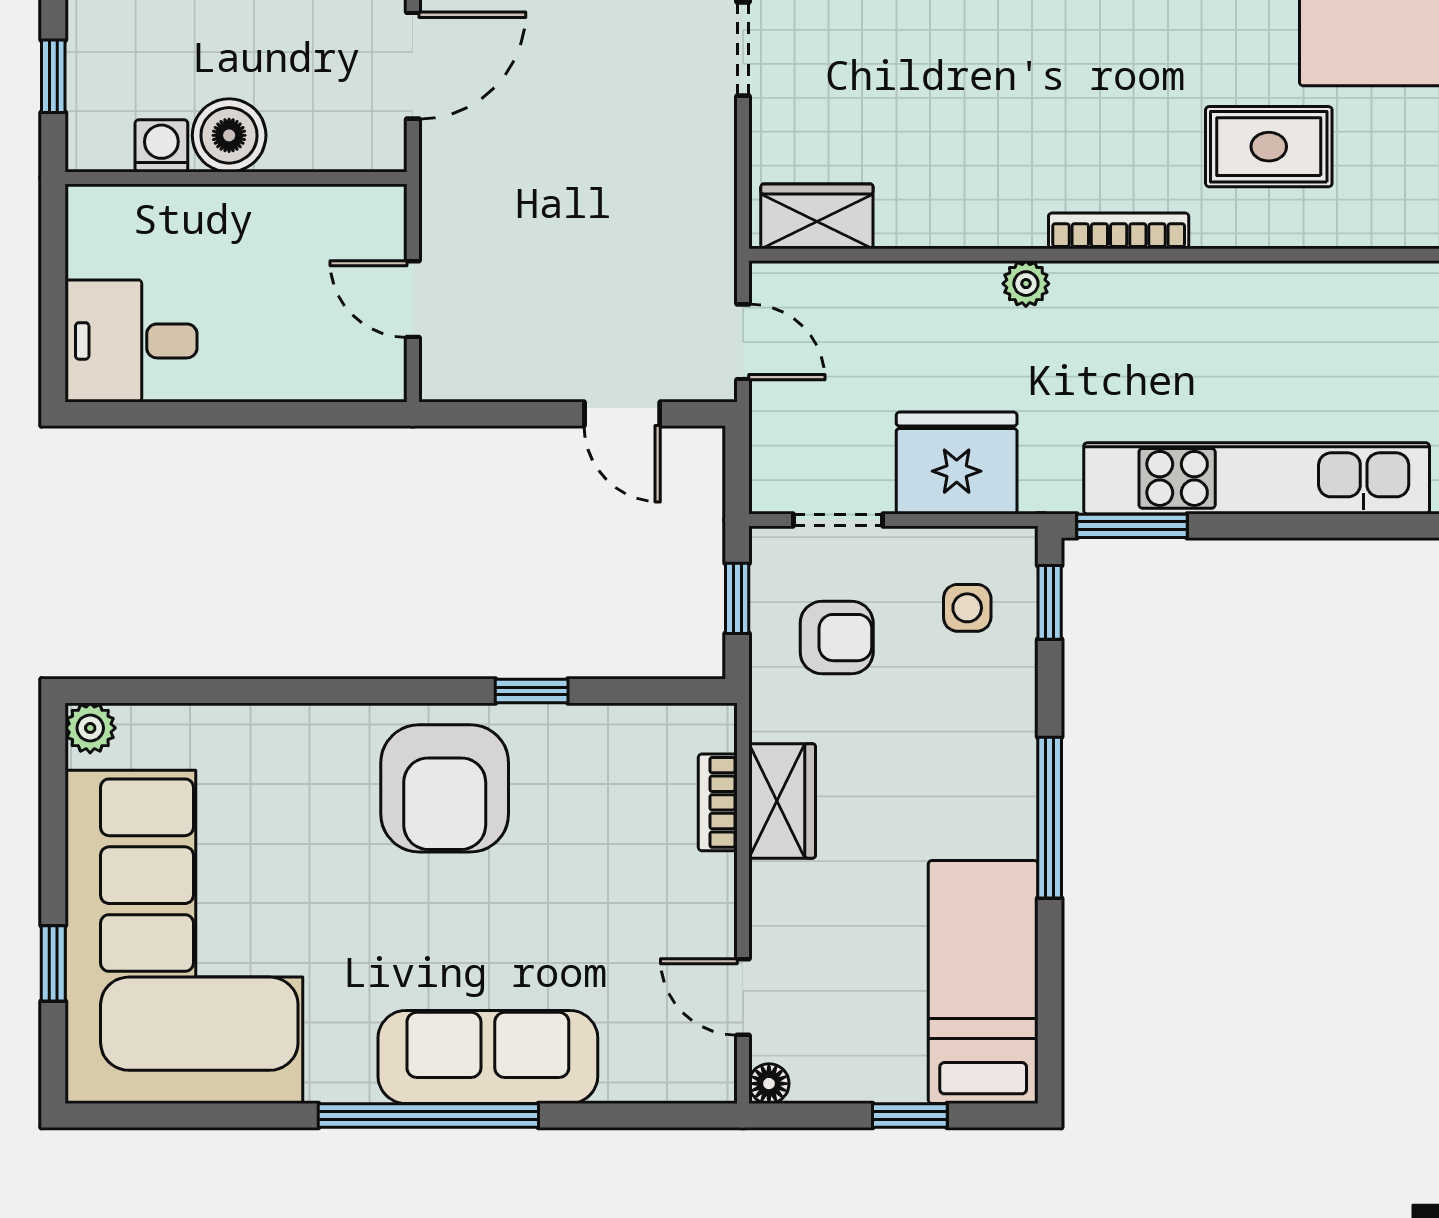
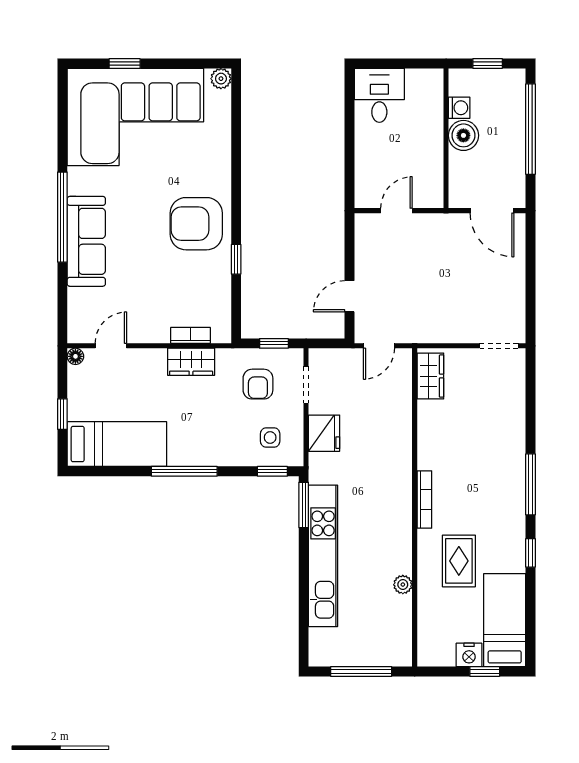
plant: (1026, 284) -> (403, 585), moved
fridge: (957, 463) -> (324, 433), width x0.73, depth x0.75

